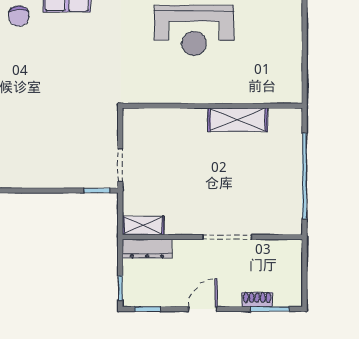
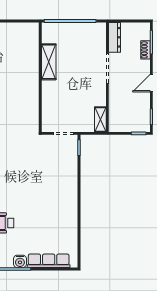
wall: (212, 106) -> (40, 77), moved
shelving: (238, 120) -> (49, 62), moved
dresser: (147, 249) -> (115, 37), moved
door: (203, 309) -> (151, 83), hinge flipped

